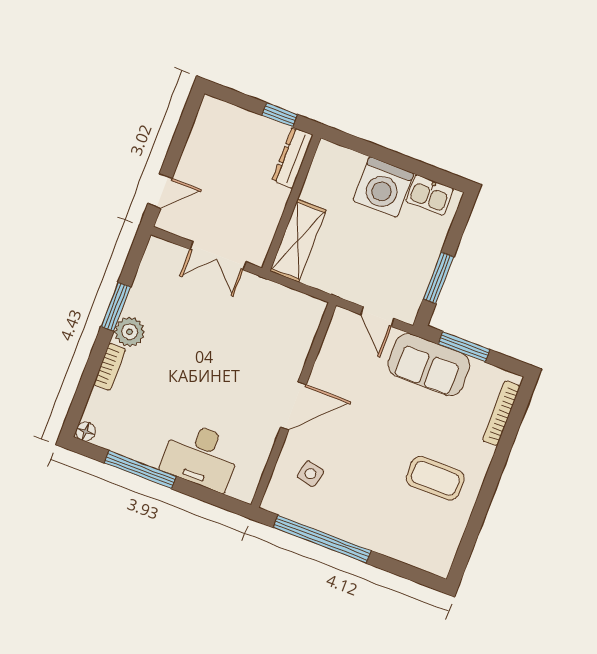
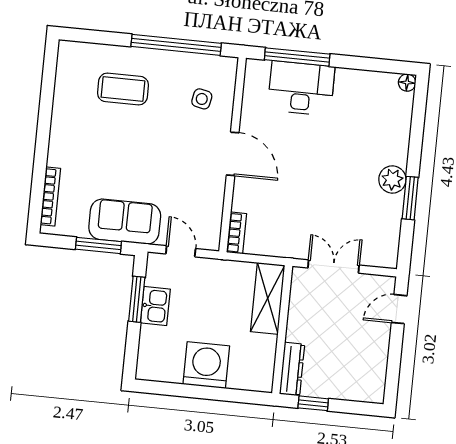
kitchen sink: (430, 195) -> (155, 306), moved, turned 90
bookcase: (110, 367) -> (236, 233), moved, turned 180
door: (293, 406) -> (233, 154), swing flipped
window: (140, 470) -> (297, 57), moved
coffee table: (435, 478) -> (123, 89), moved

